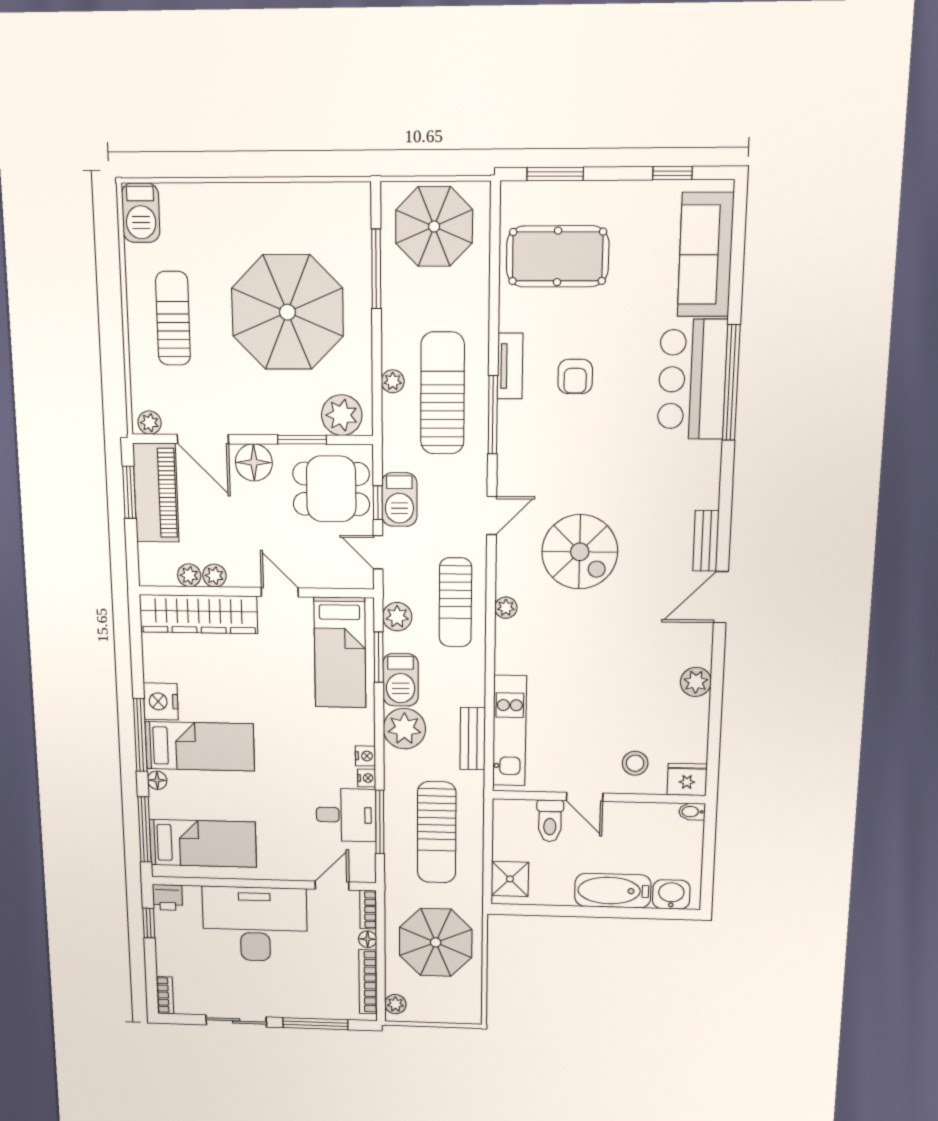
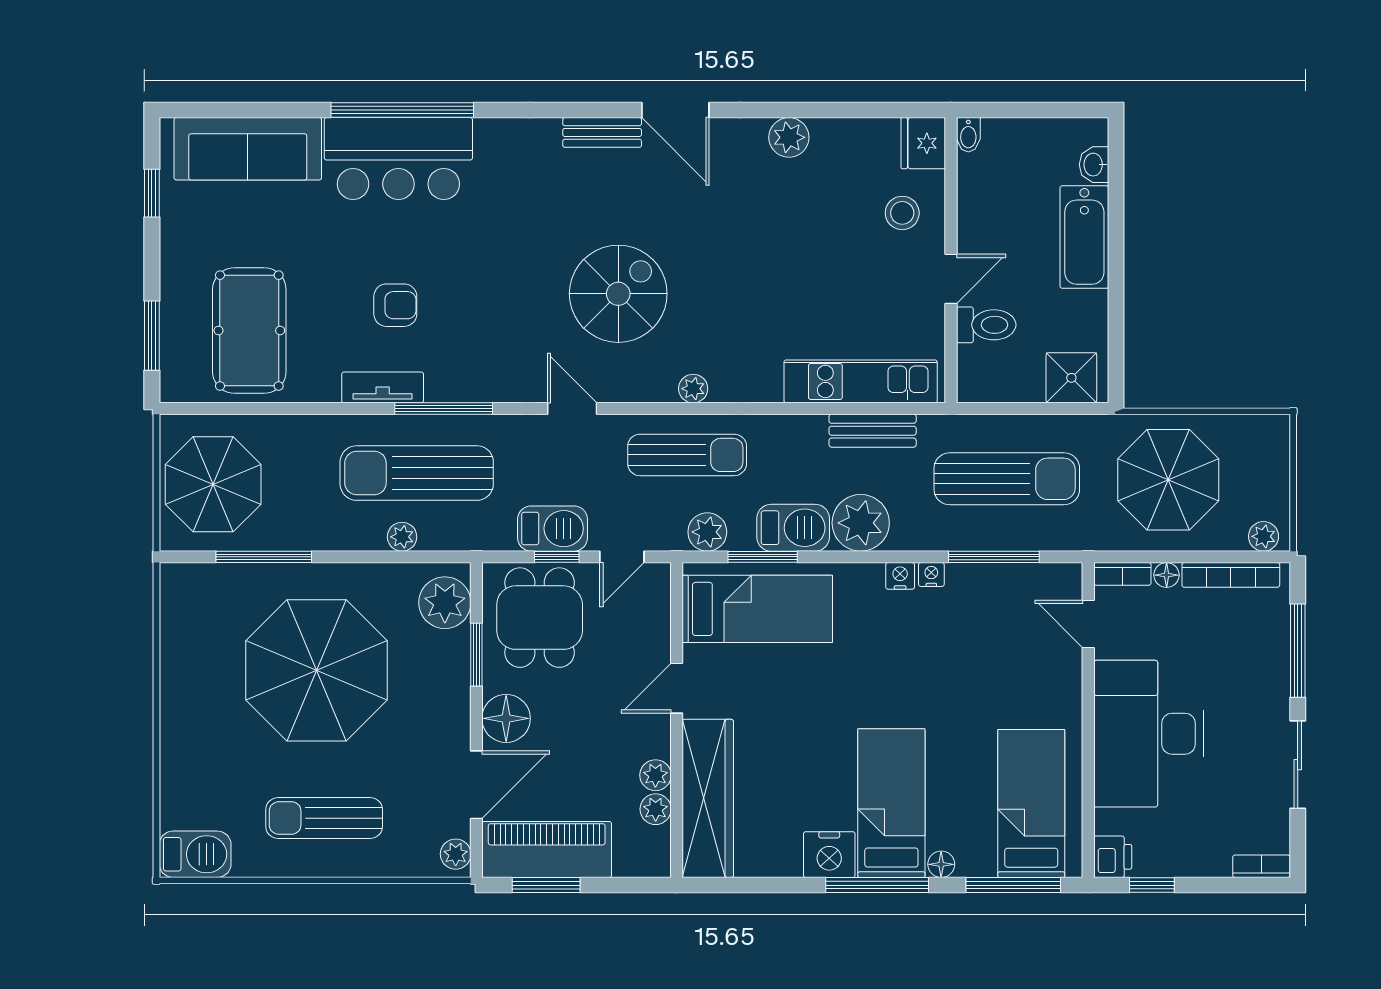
desk: (346, 815) -> (985, 603), removed
washbasin: (671, 894) -> (1094, 165), width x0.72, depth x0.69

